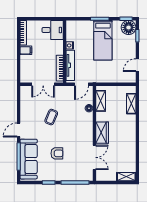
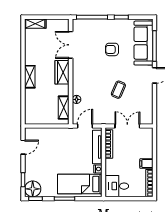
bed: (103, 40) -> (80, 184), moved, turned -90
shelving: (131, 104) -> (30, 77), moved

